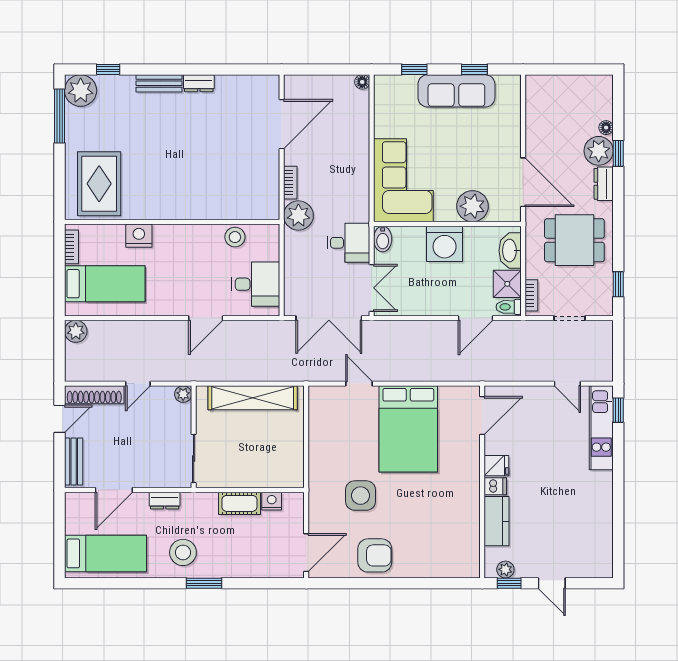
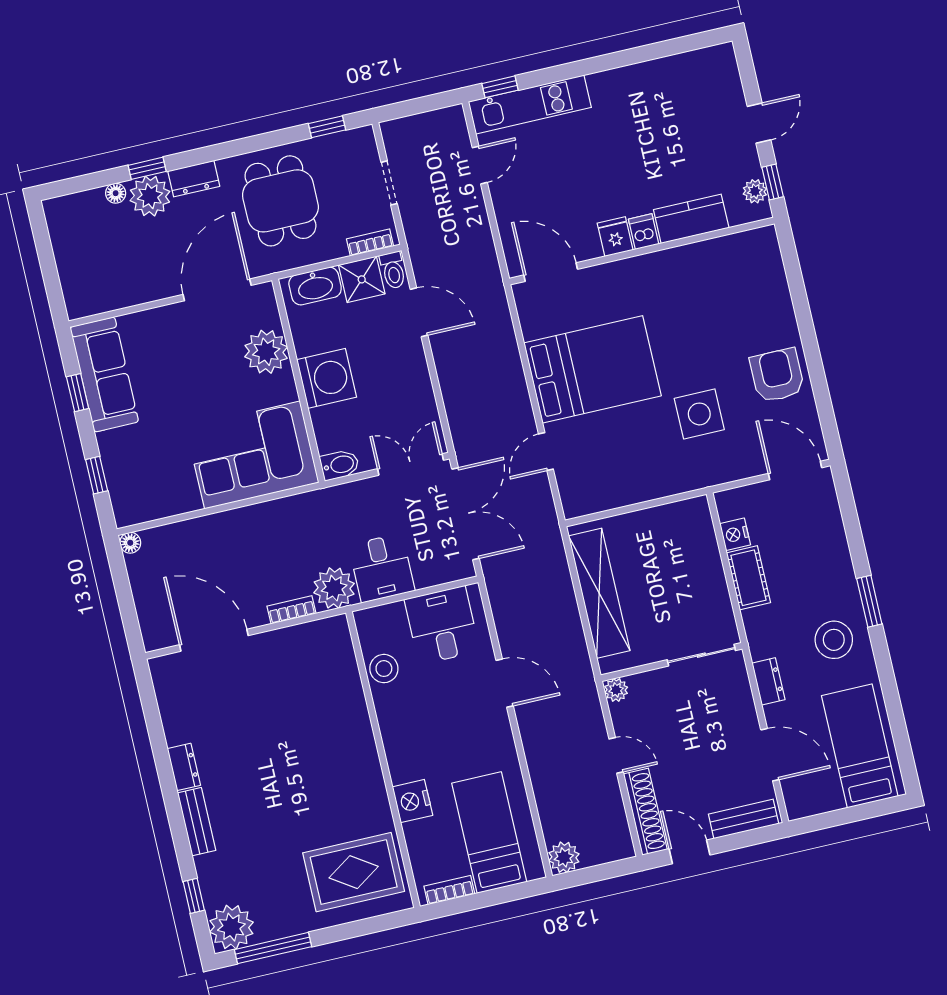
sofa: (456, 91) -> (104, 374), moved
desk: (348, 243) -> (382, 568), moved, turned 180

